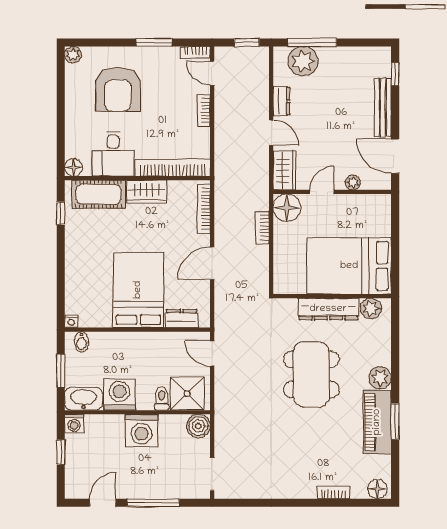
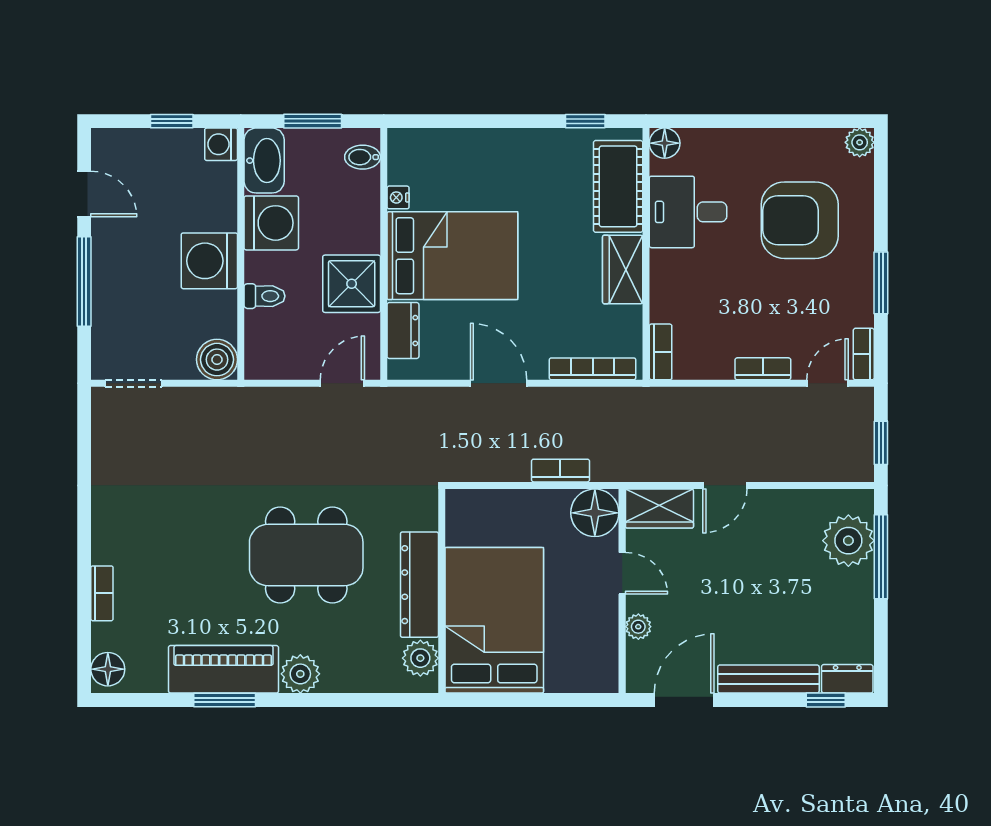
dresser: (281, 101) -> (847, 679), moved, turned 180
bookcase: (173, 168) -> (661, 352), width x0.43, depth x0.76
nightstand: (71, 321) -> (398, 197), moved
shower: (187, 394) -> (352, 284), moved

